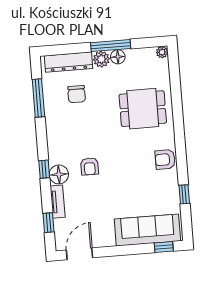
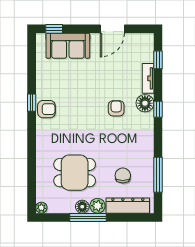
dining table: (143, 109) -> (75, 173), moved
window: (184, 194) -> (32, 103), moved
sofa: (147, 230) -> (68, 46), width x0.73
door: (80, 254) -> (112, 29), moved

